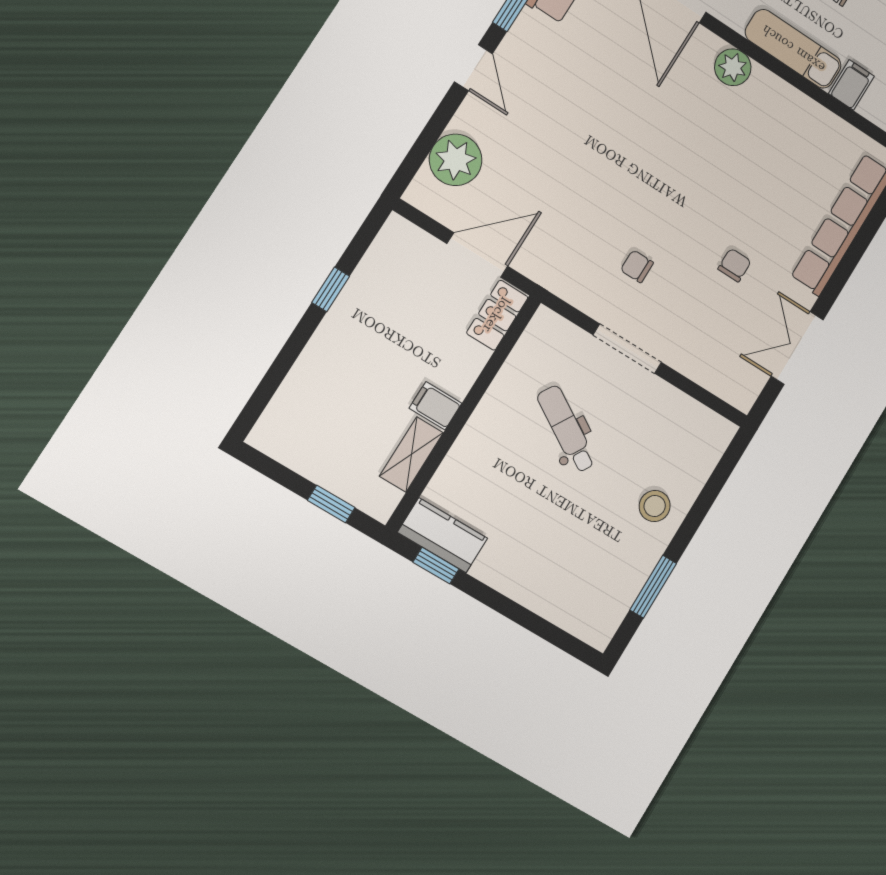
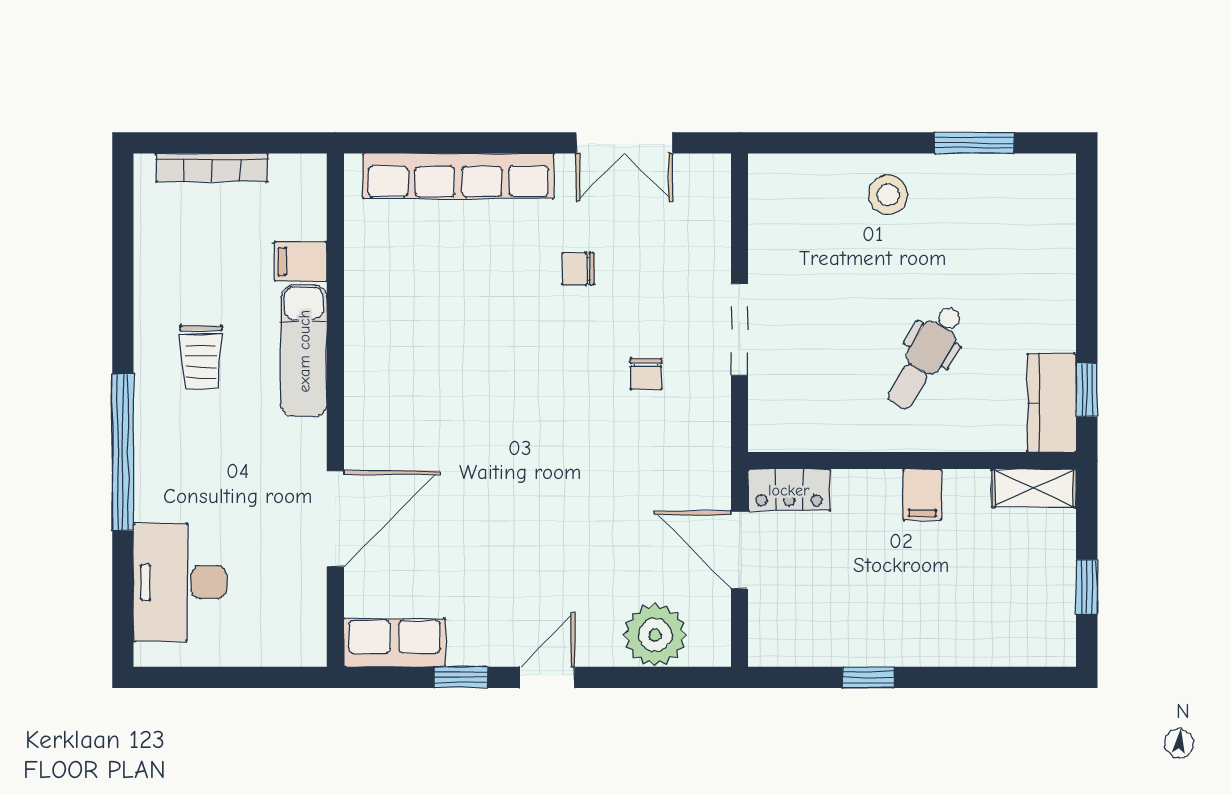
plant: (733, 67) -> (367, 404), removed
dental chair: (567, 429) -> (925, 357), moved
shelving: (411, 454) -> (1034, 488), moved
window: (331, 504) -> (1087, 587), moved

